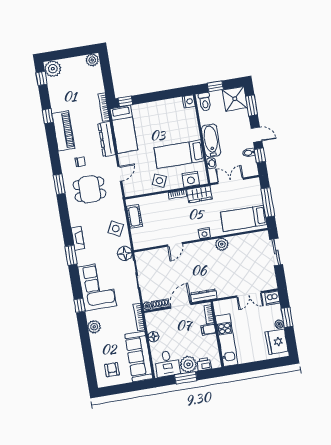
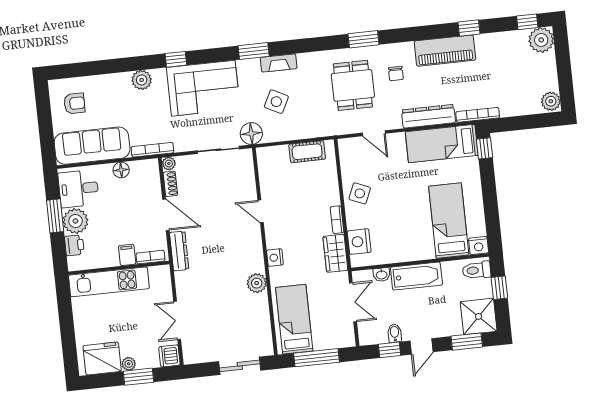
bed: (179, 154) -> (449, 221), moved
side table: (116, 229) -> (276, 102), moved

